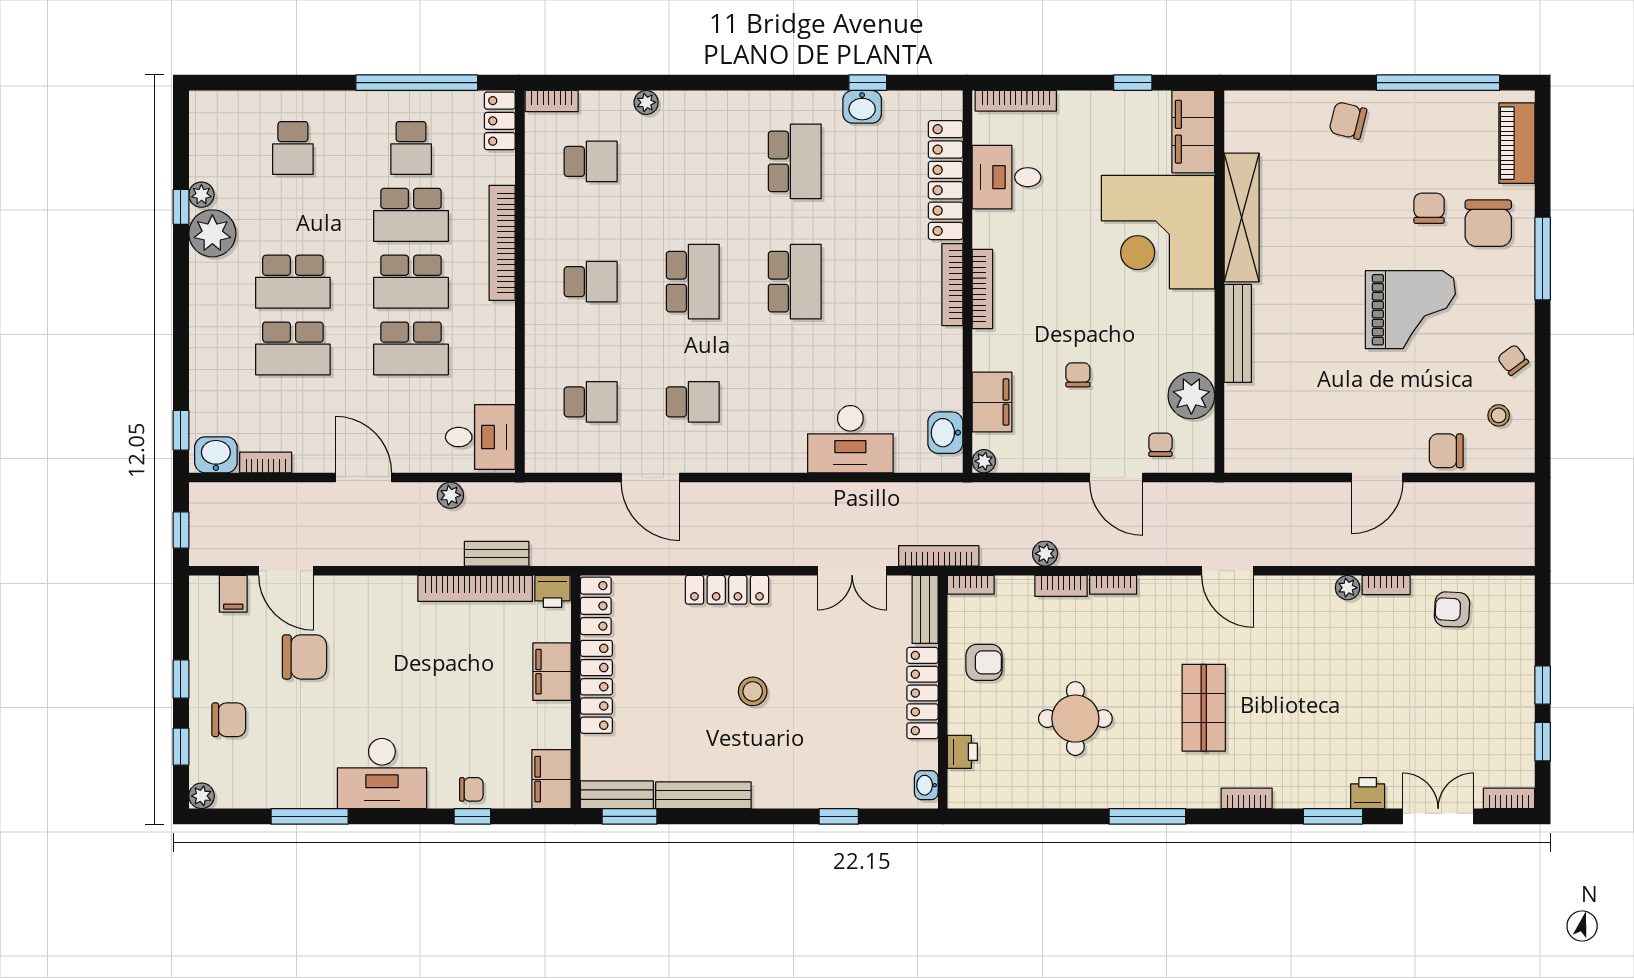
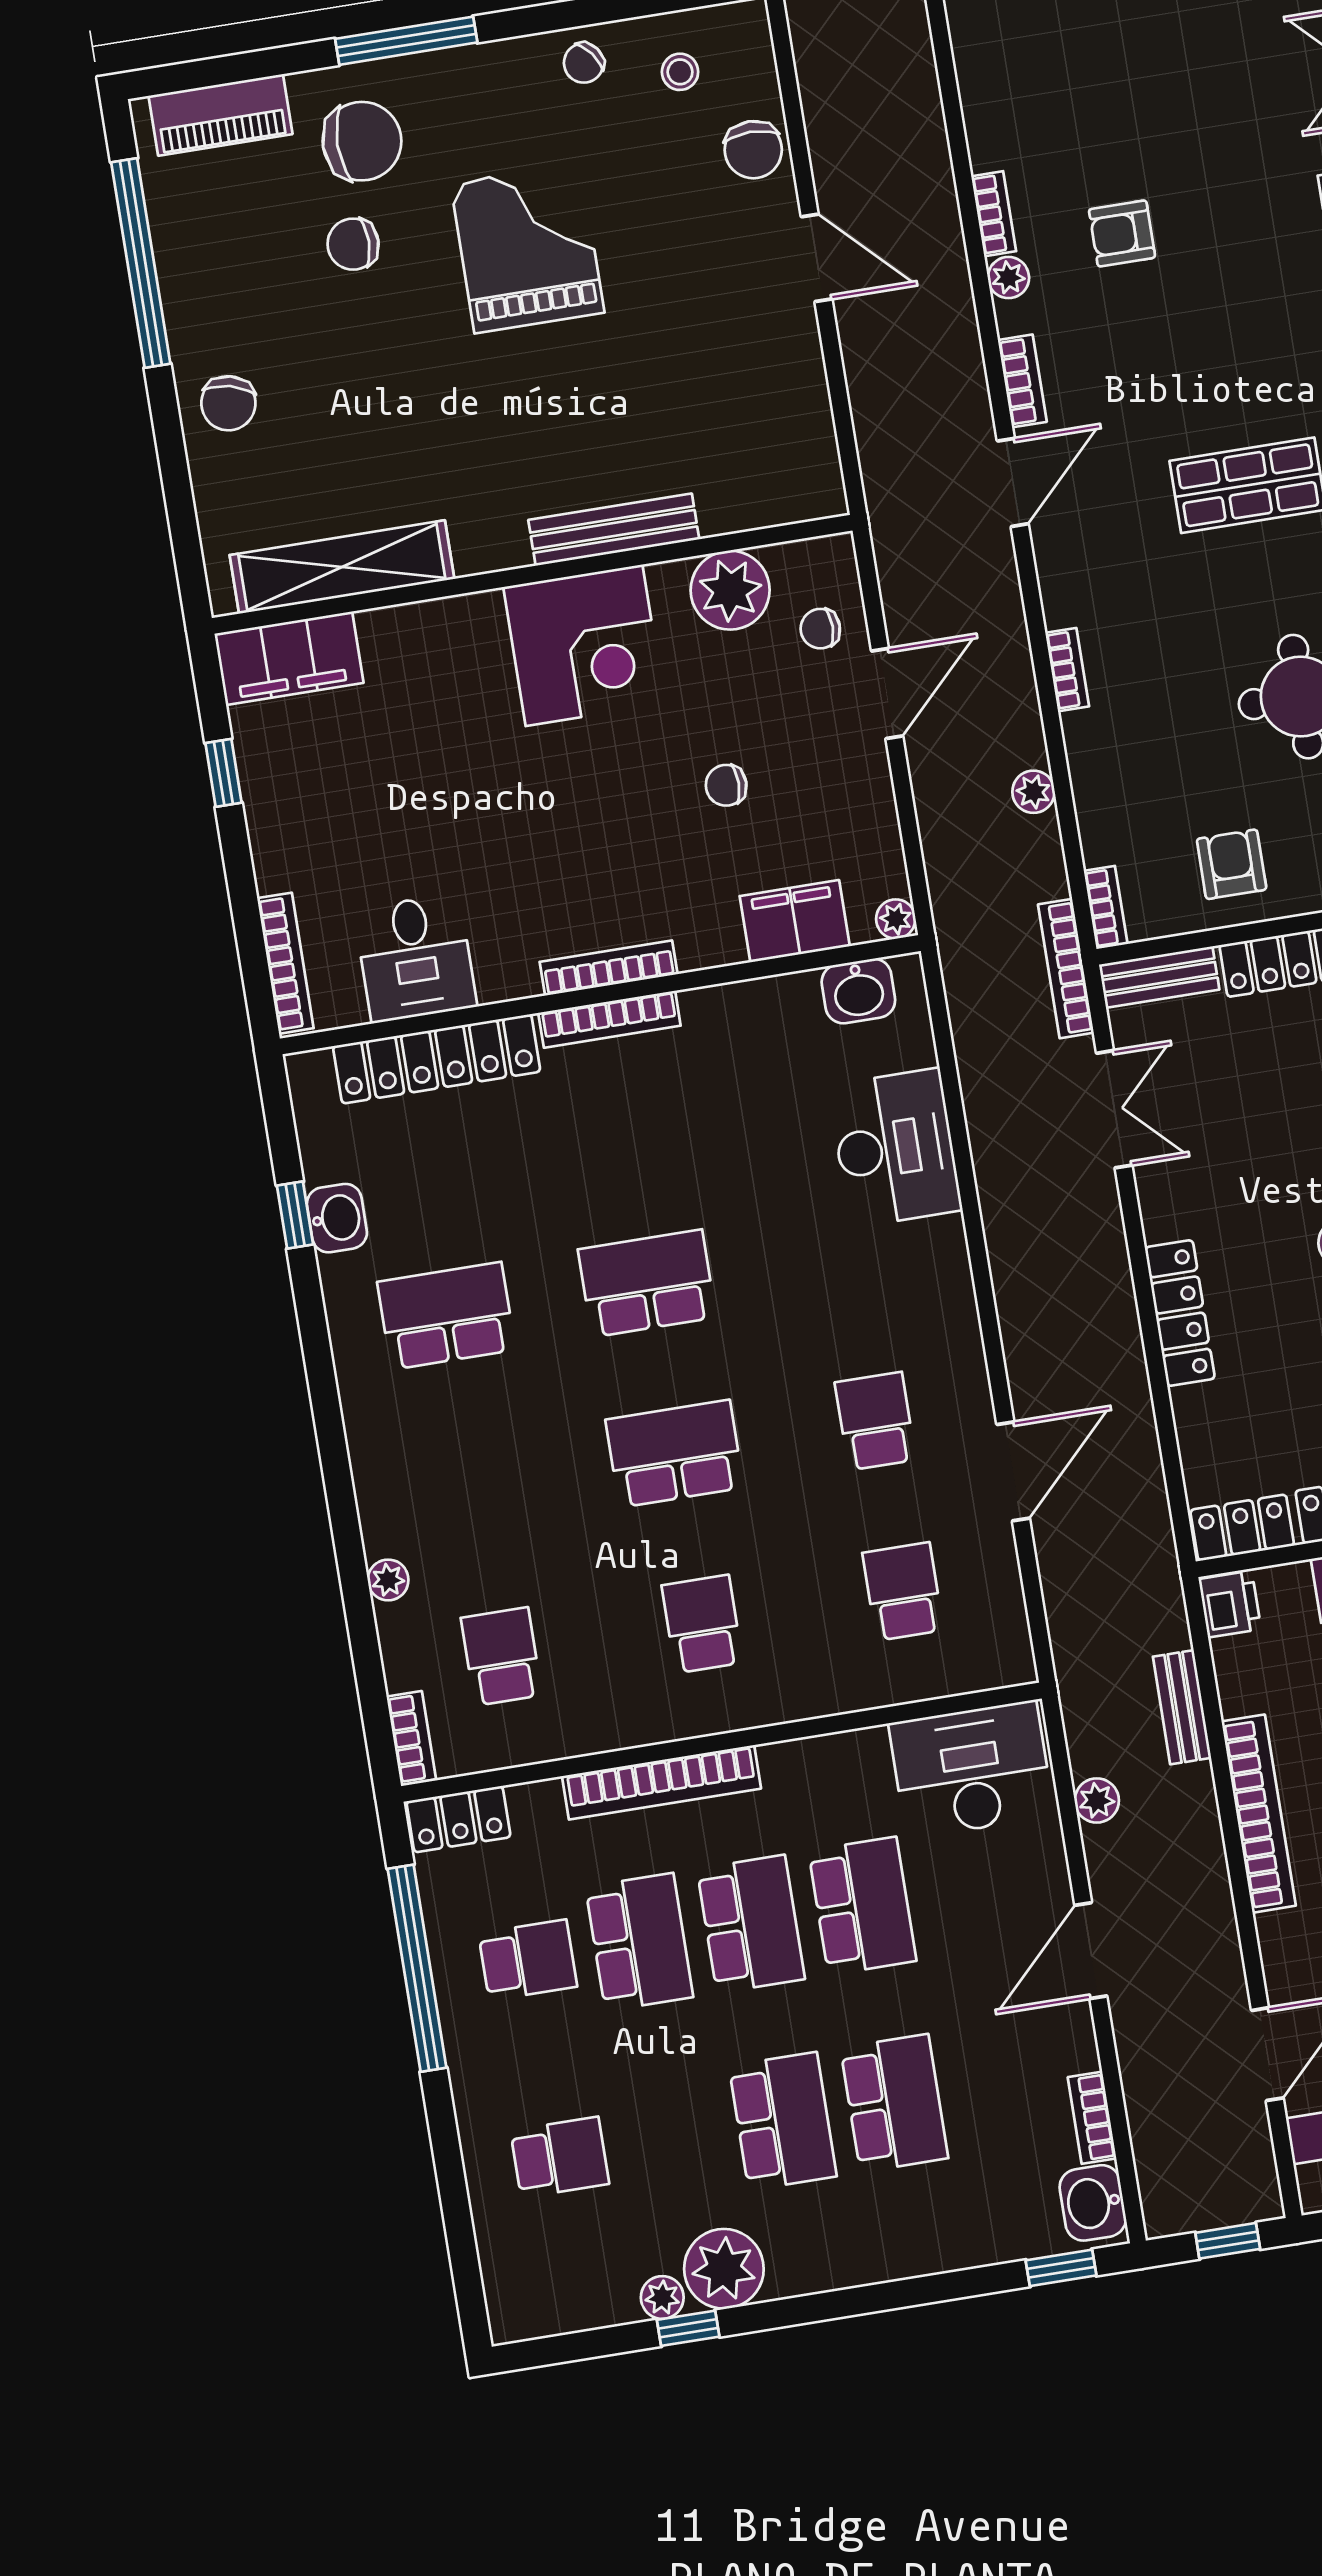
shelving: (1242, 217) -> (342, 567), moved
corner desk: (1158, 232) -> (584, 645), moved, width x0.74, depth x0.74
desk: (480, 437) -> (971, 1770), width x1.37
bookcase: (1061, 586) -> (1022, 381), moved
bookcase: (475, 588) -> (1259, 1814), moved
armchair: (1452, 609) -> (1122, 233), moved, turned 87

